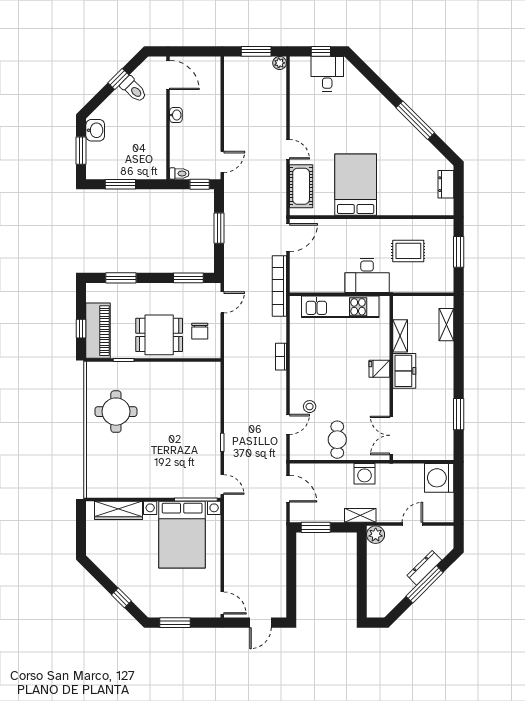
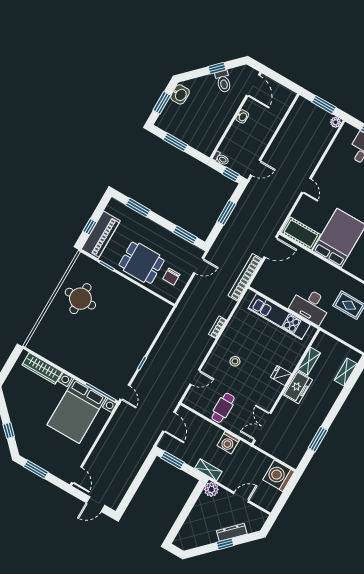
cot: (301, 186) -> (301, 234), moved, turned 90
stool: (310, 407) -> (235, 361), moved
window: (425, 584) -> (225, 544), width x0.46

